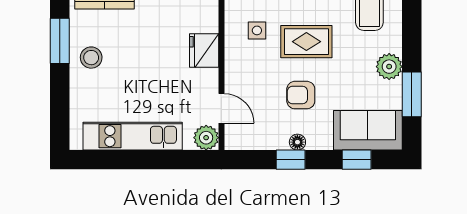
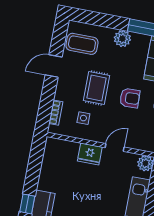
armchair: (301, 95) -> (130, 98), turned -92
door: (221, 108) -> (115, 147), moved

